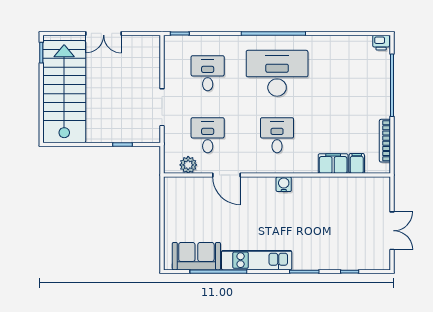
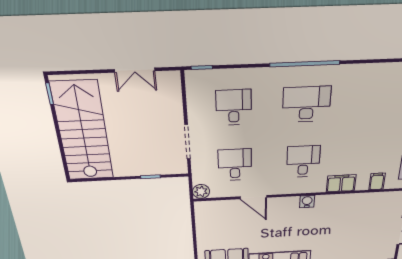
double door: (104, 33) -> (135, 70), moved
desk: (277, 73) -> (307, 104), width x0.73, depth x0.77
filing cabinet: (333, 164) -> (341, 183), moved
plant: (188, 165) -> (201, 191), moved

